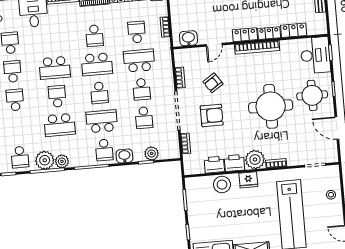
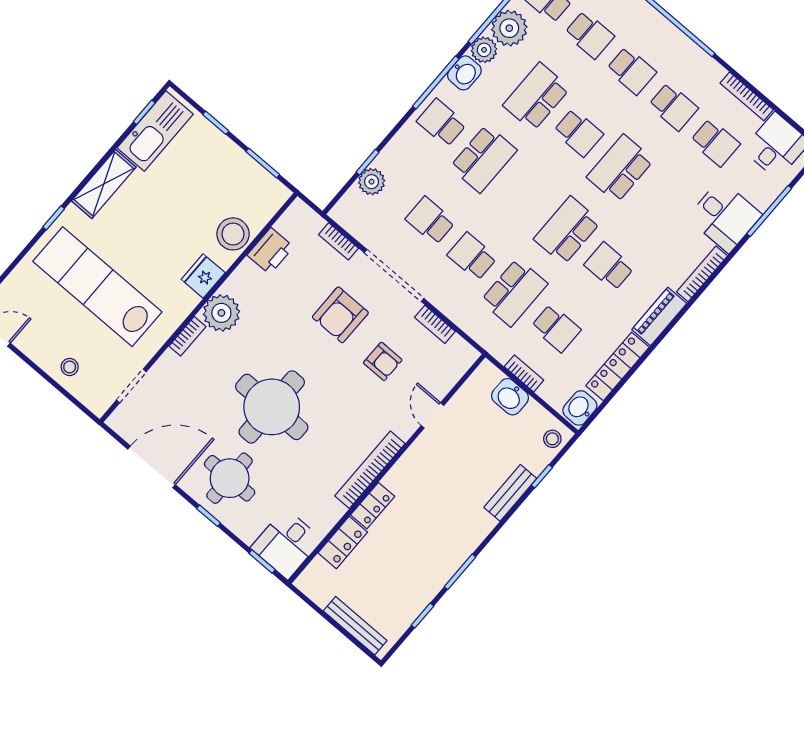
locker: (245, 35) -> (404, 471), removed
washbasin: (188, 38) -> (510, 397), moved, turned 90
desk: (315, 55) -> (286, 544), width x0.73
armchair: (213, 83) -> (383, 361), turned 124
school desk: (99, 93) -> (590, 35), moved, turned 180
door: (337, 128) -> (151, 467), width x1.36
washbasin: (124, 156) -> (464, 73), moved
printer: (234, 163) -> (245, 280), removed

